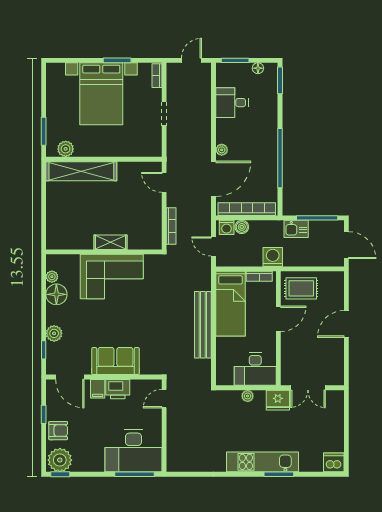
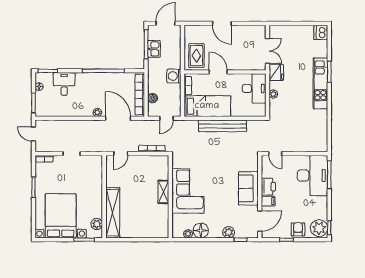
bed with nightstands: (101, 94) -> (61, 216), moved, turned -90
desk: (232, 103) -> (64, 84), moved, turned 180
washing machine: (227, 227) -> (153, 109), removed
kitchen sink: (296, 229) -> (154, 49), moved

